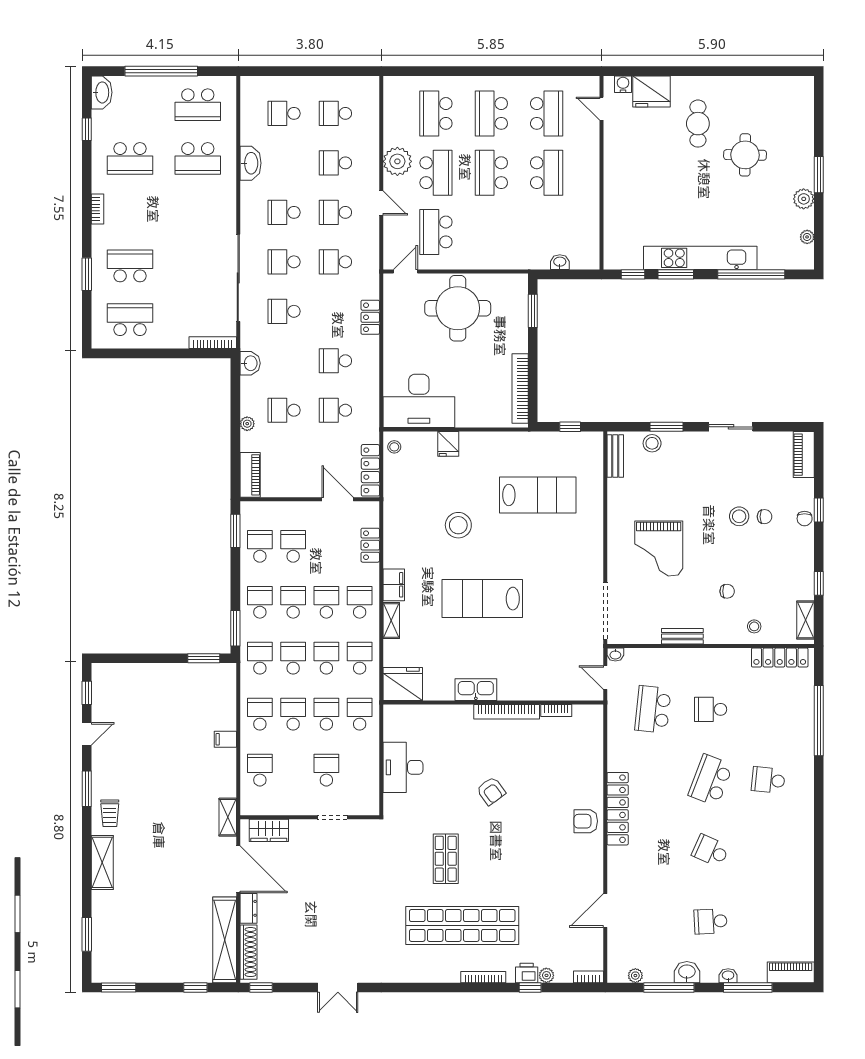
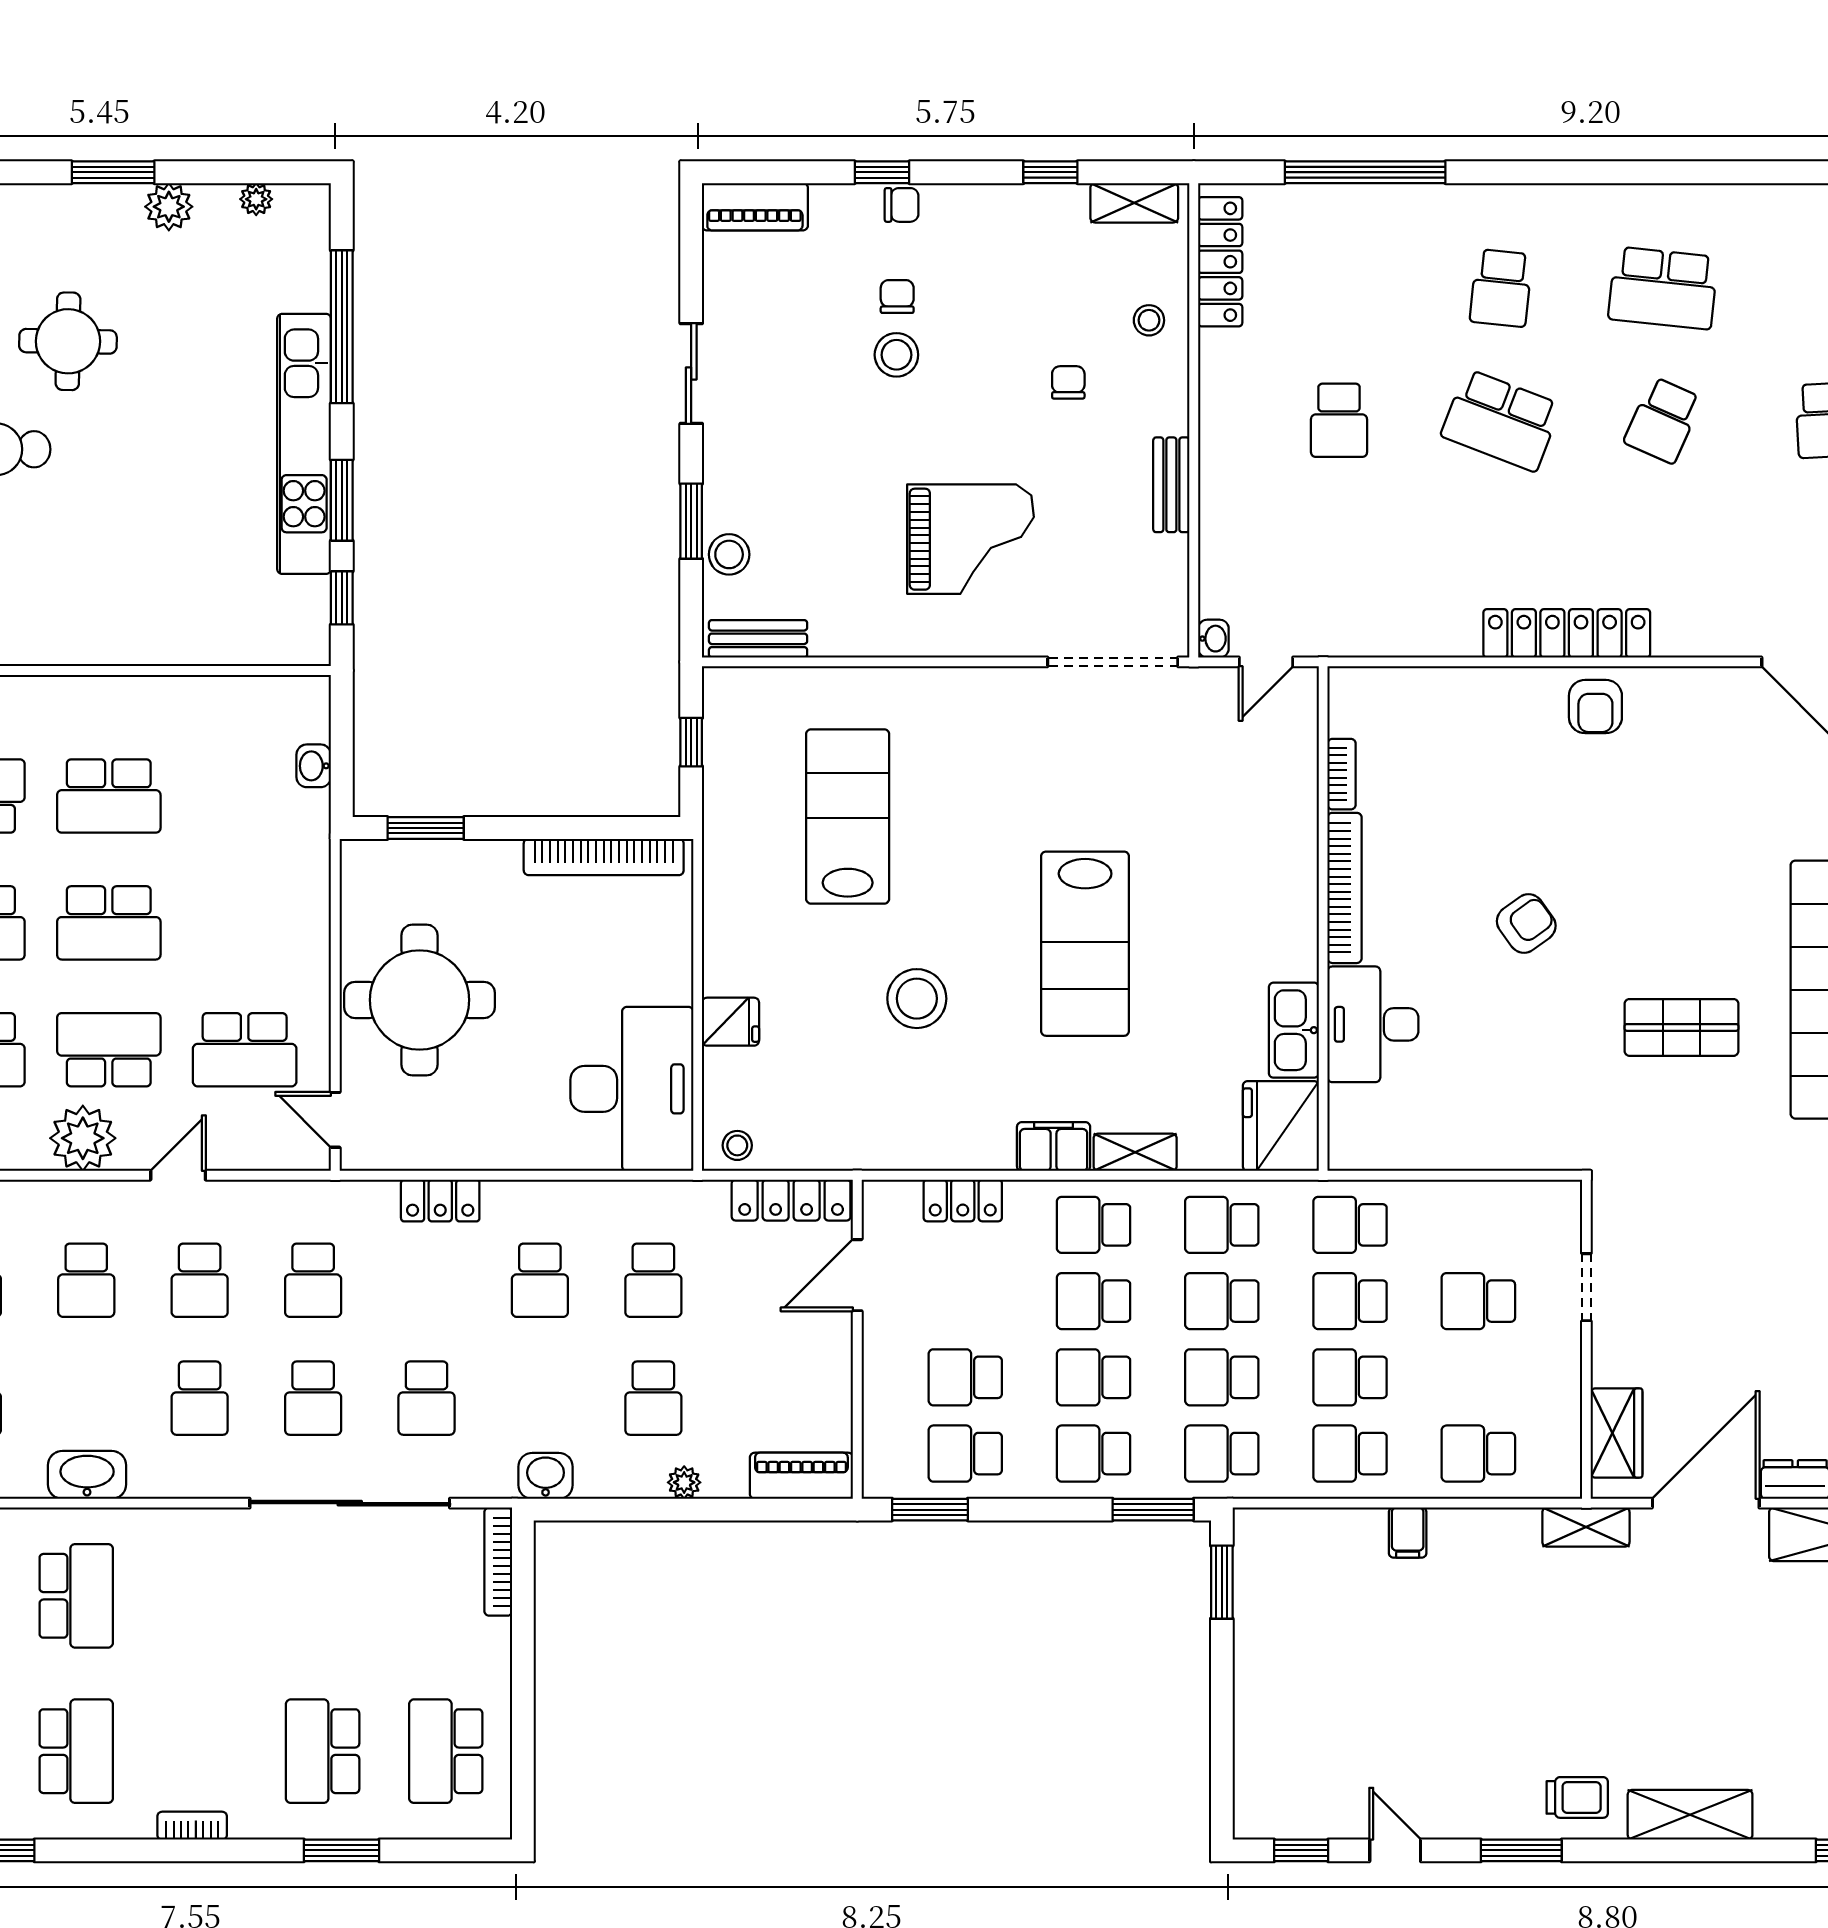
school desk: (547, 173) -> (109, 796), turned 180
kitchen sink: (476, 690) -> (1294, 1030), moved
school desk: (653, 709) -> (1663, 288), moved
desk: (403, 767) -> (1373, 1024), moved, turned 90

